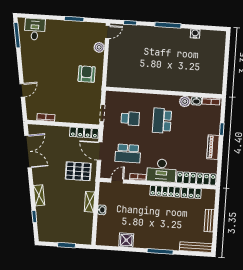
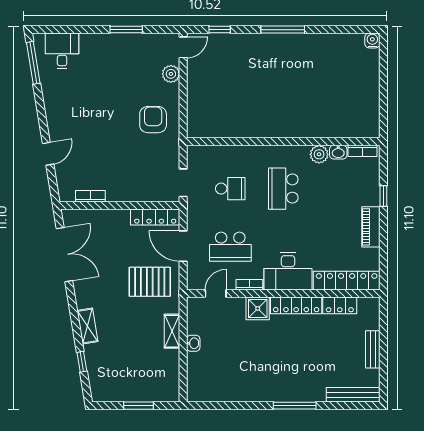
water cooler: (195, 34) -> (372, 41), moved
shower: (126, 240) -> (258, 308), moved

